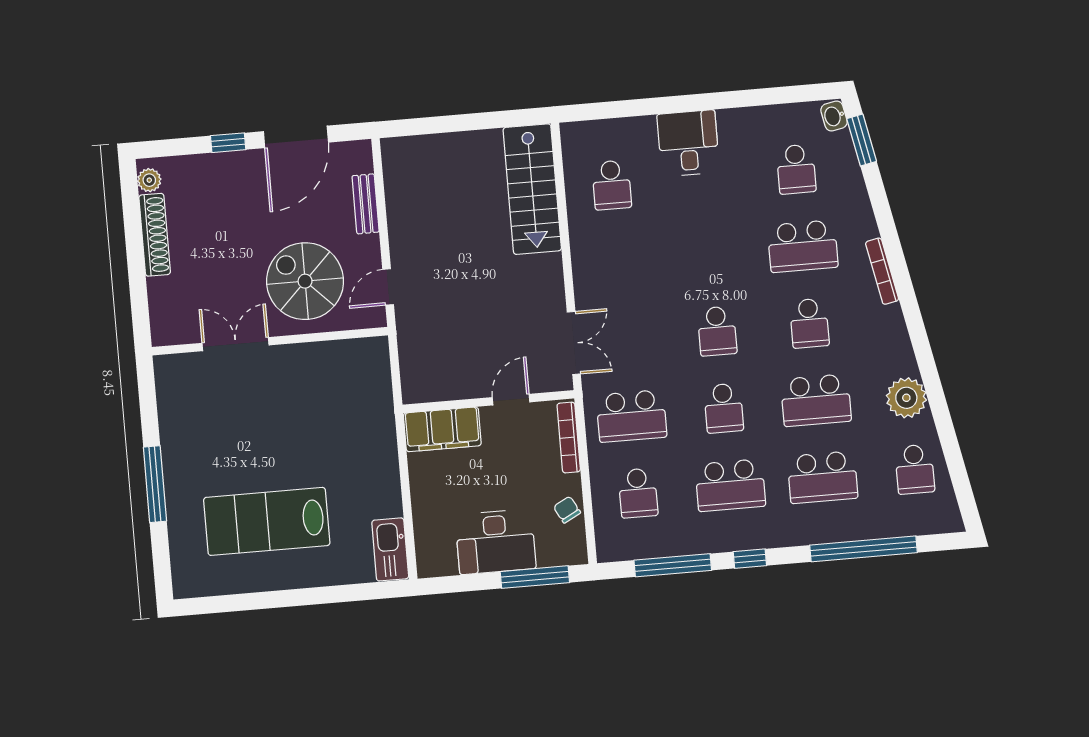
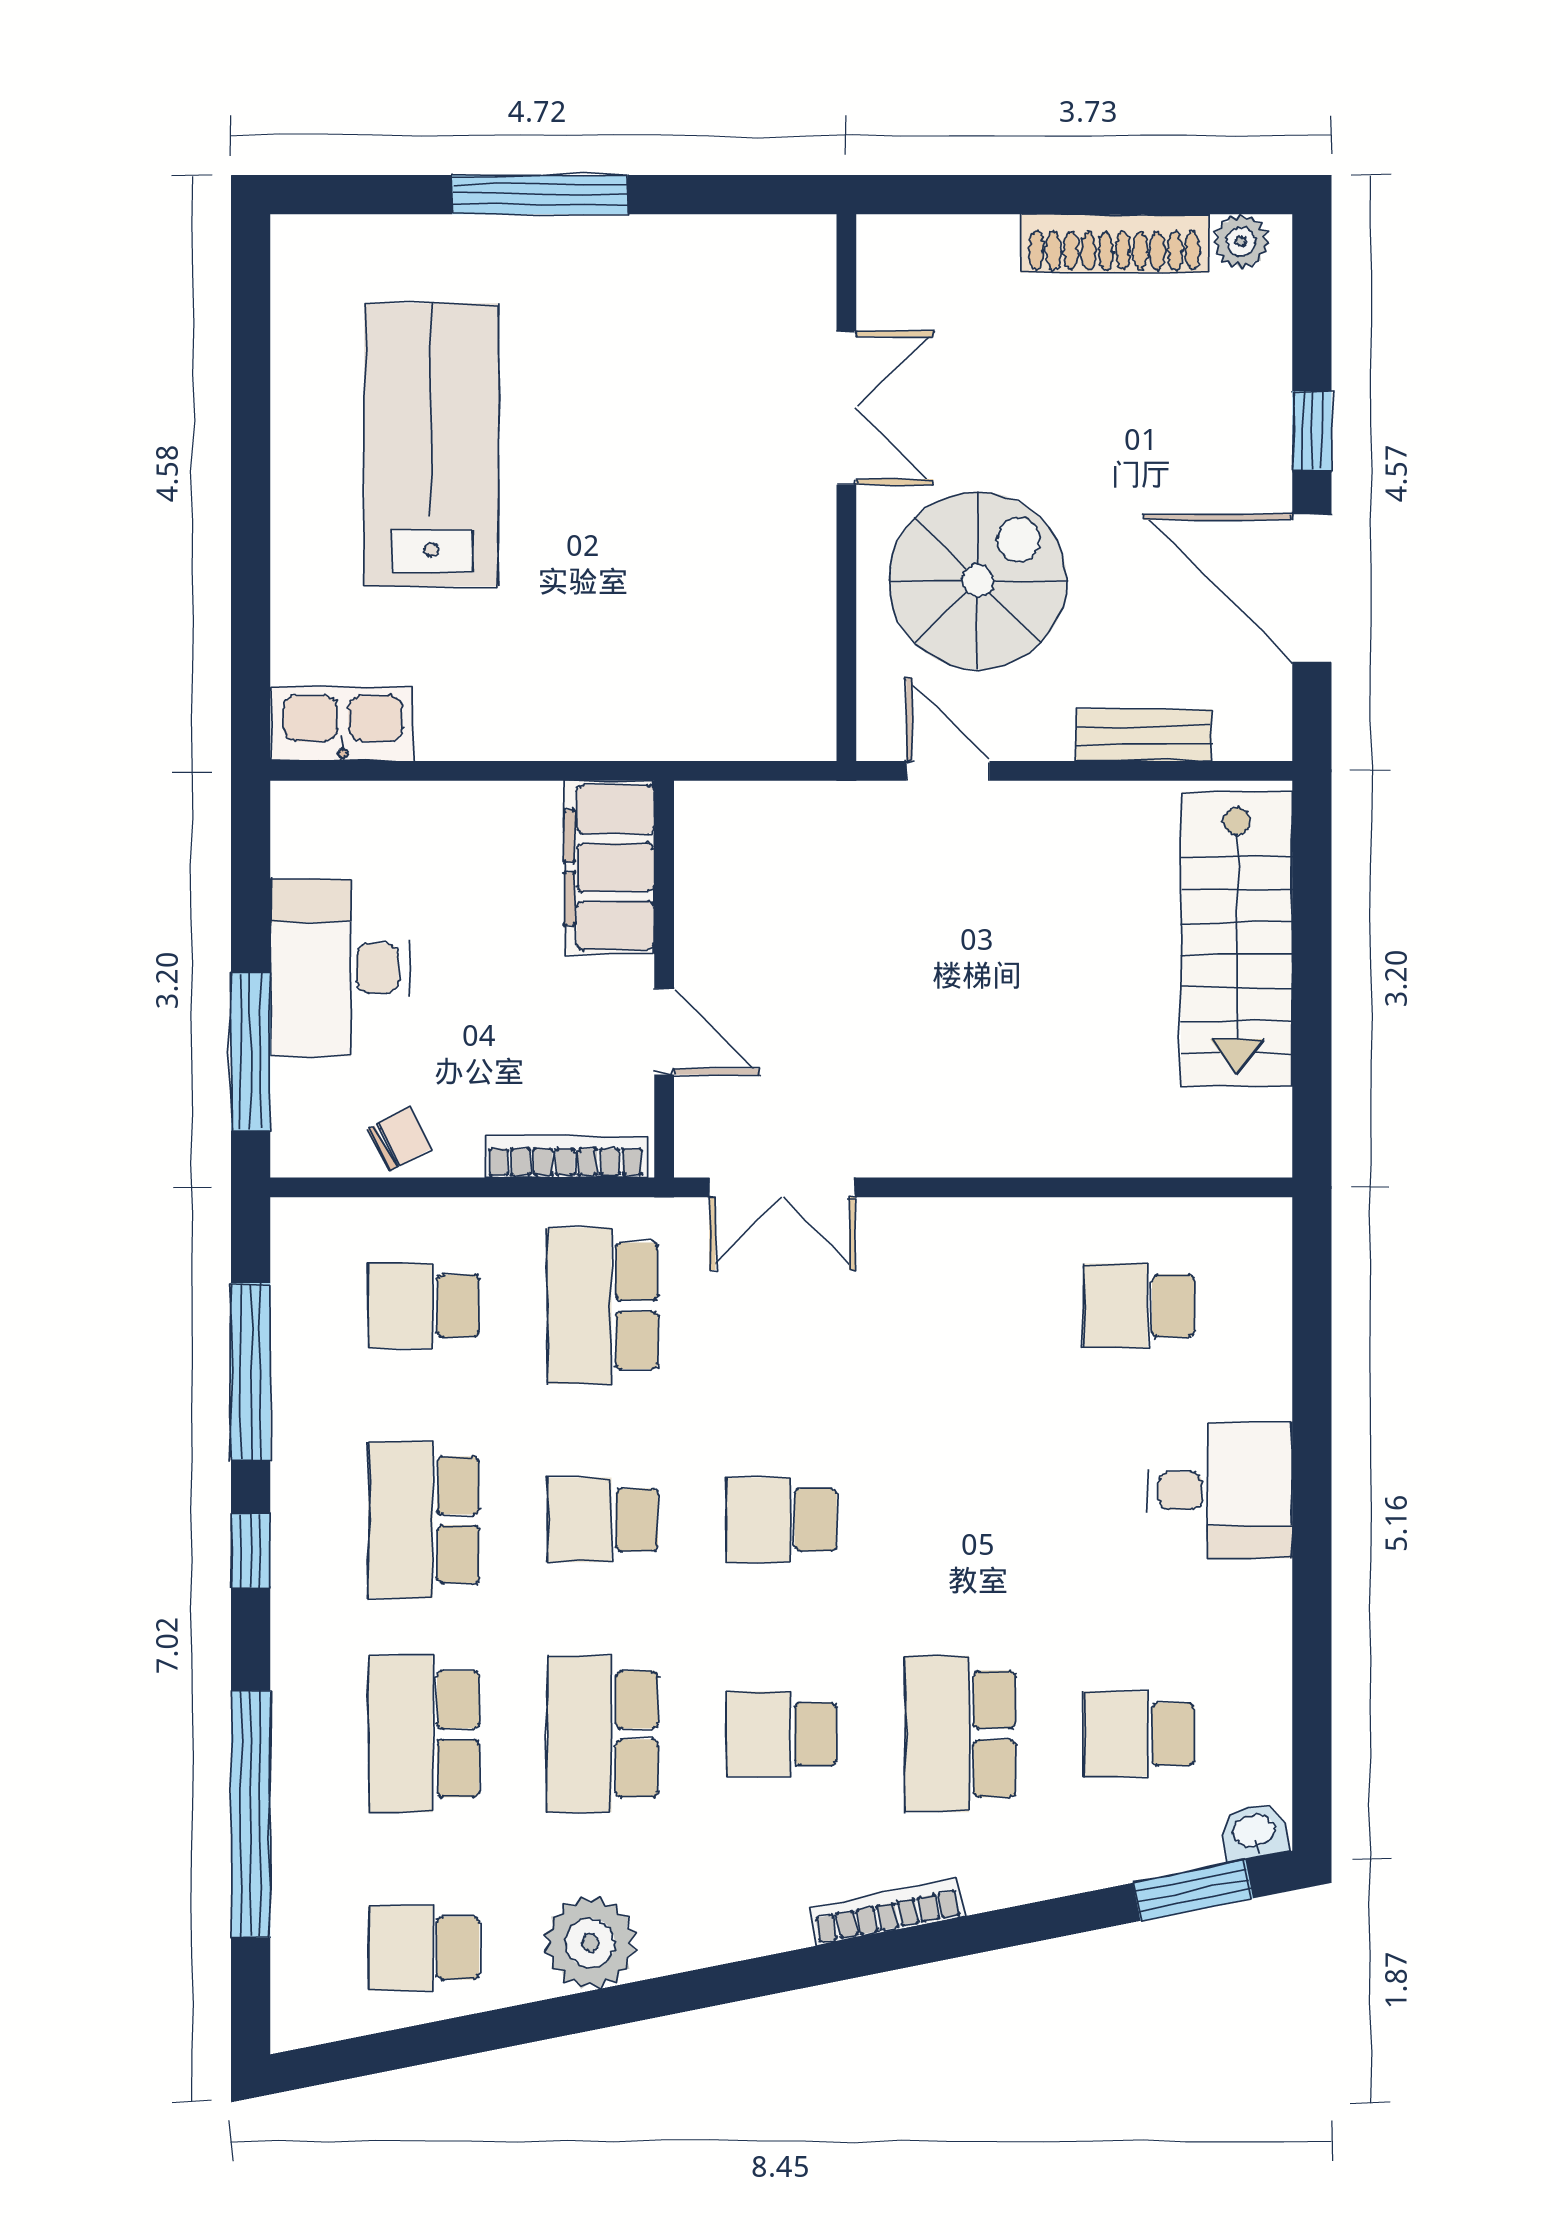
stairs: (532, 189) -> (1237, 939), moved, turned -90

